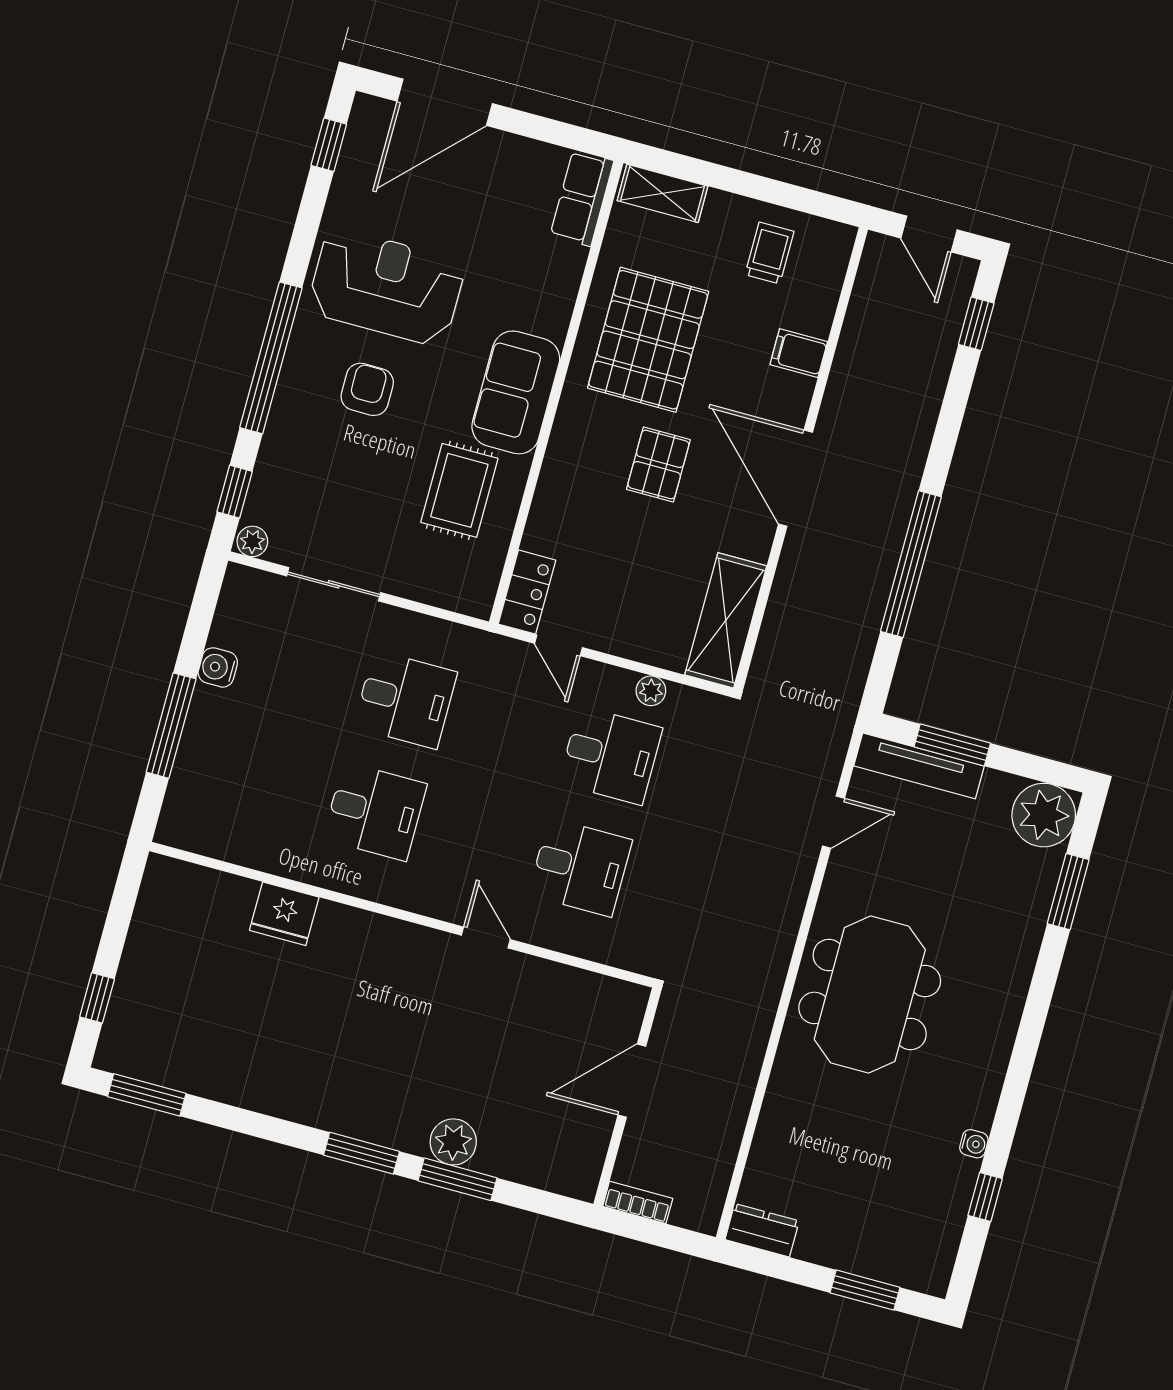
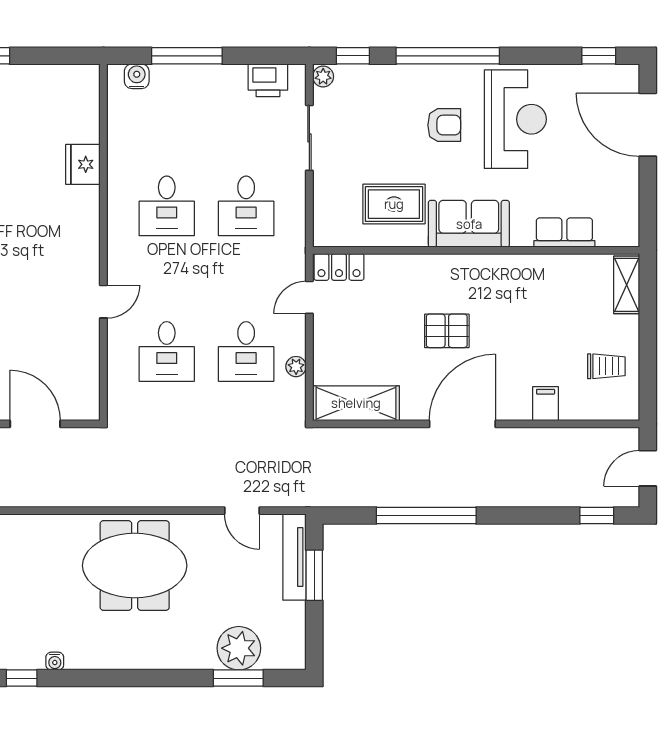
row of seats: (582, 198) -> (564, 233), moved
pallet: (648, 340) -> (527, 302), removed
printer: (237, 621) -> (268, 80), added
water cooler: (218, 667) -> (137, 76), moved
plant: (1044, 815) -> (239, 648), moved

